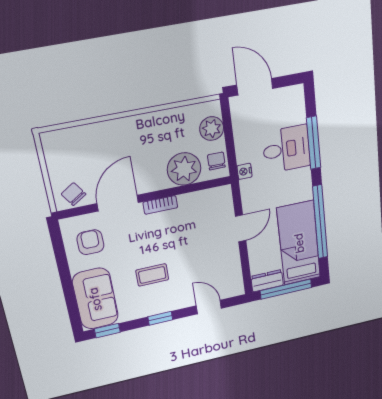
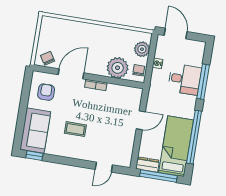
nightstand: (244, 171) -> (158, 63), moved
door: (209, 307) -> (104, 167), swing flipped
window: (160, 318) -> (70, 162), removed

